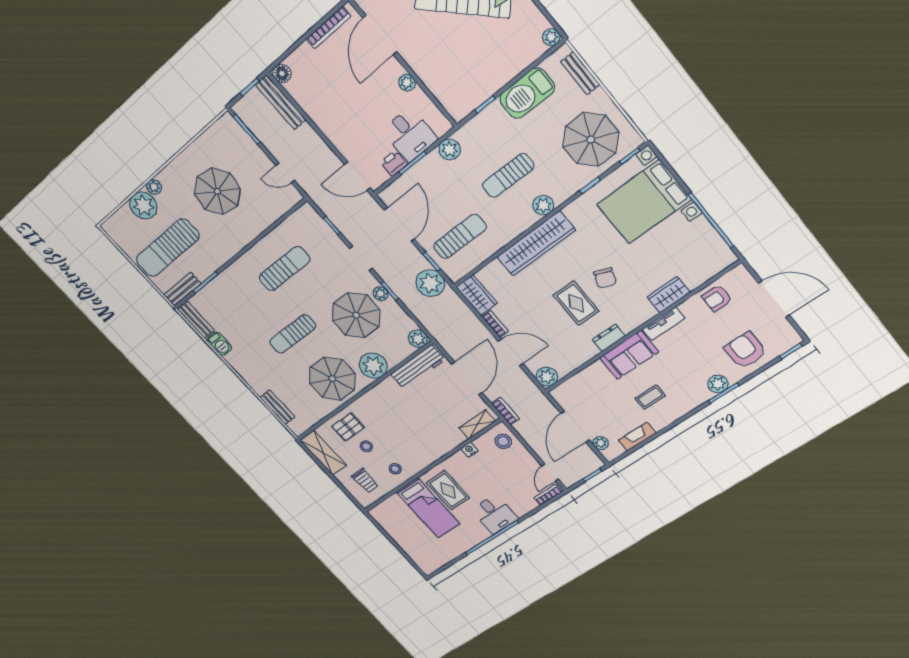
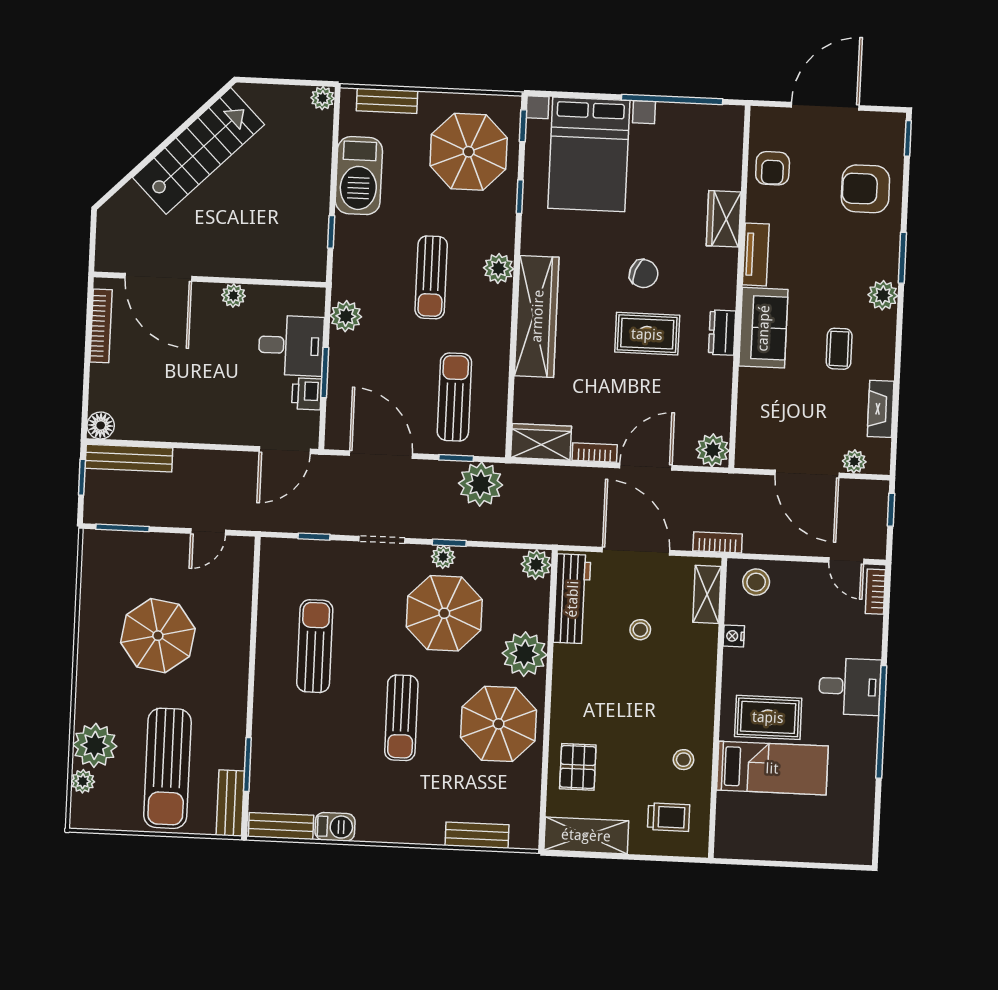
plant: (154, 187) -> (83, 781), moved
plant: (718, 384) -> (883, 295), moved
stool: (366, 446) -> (640, 630), moved

